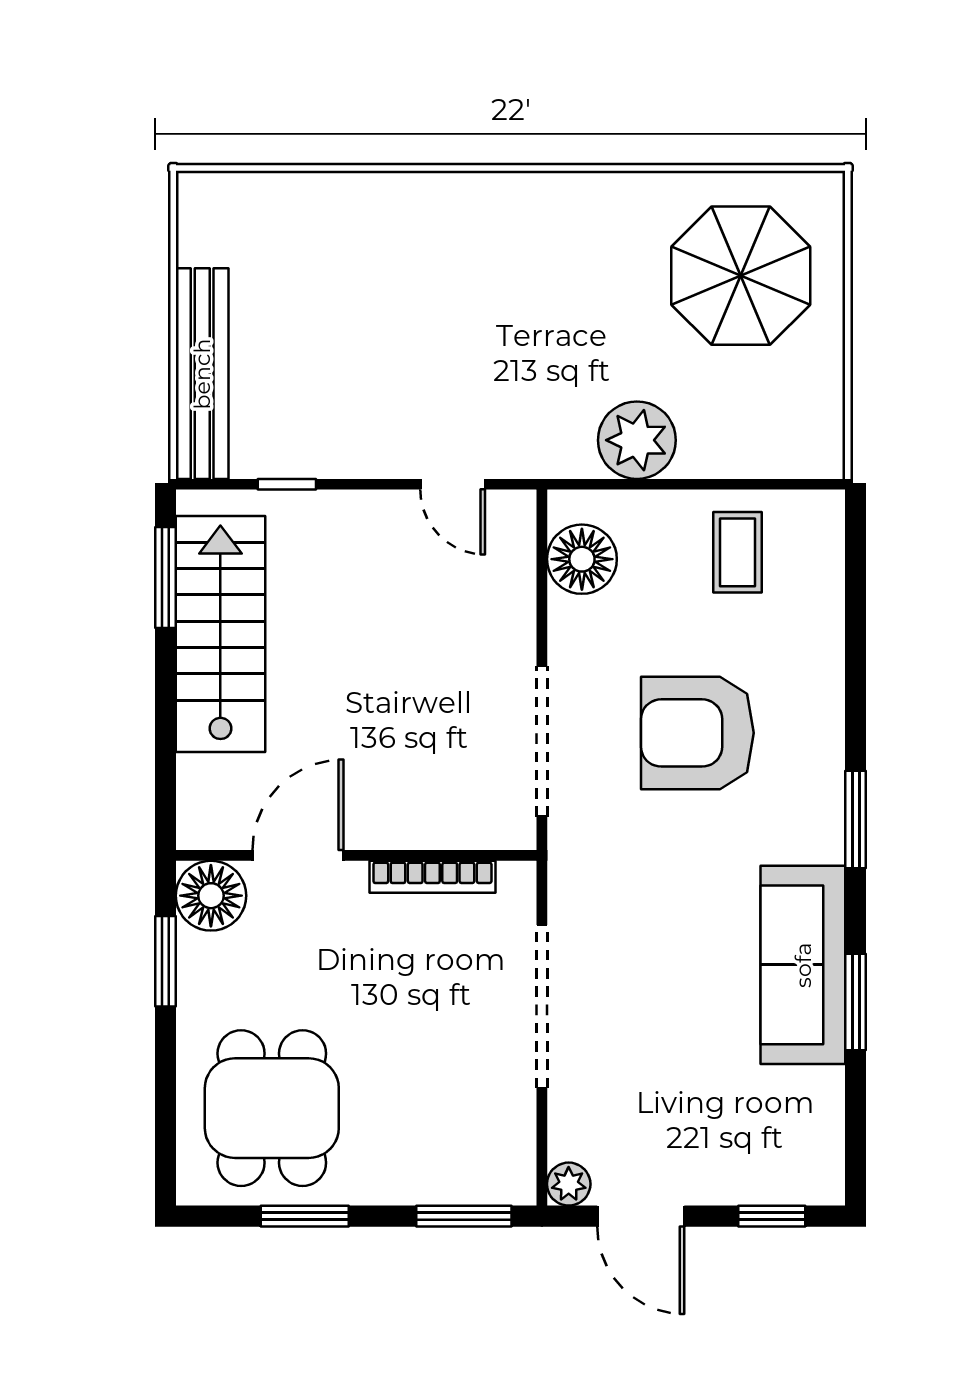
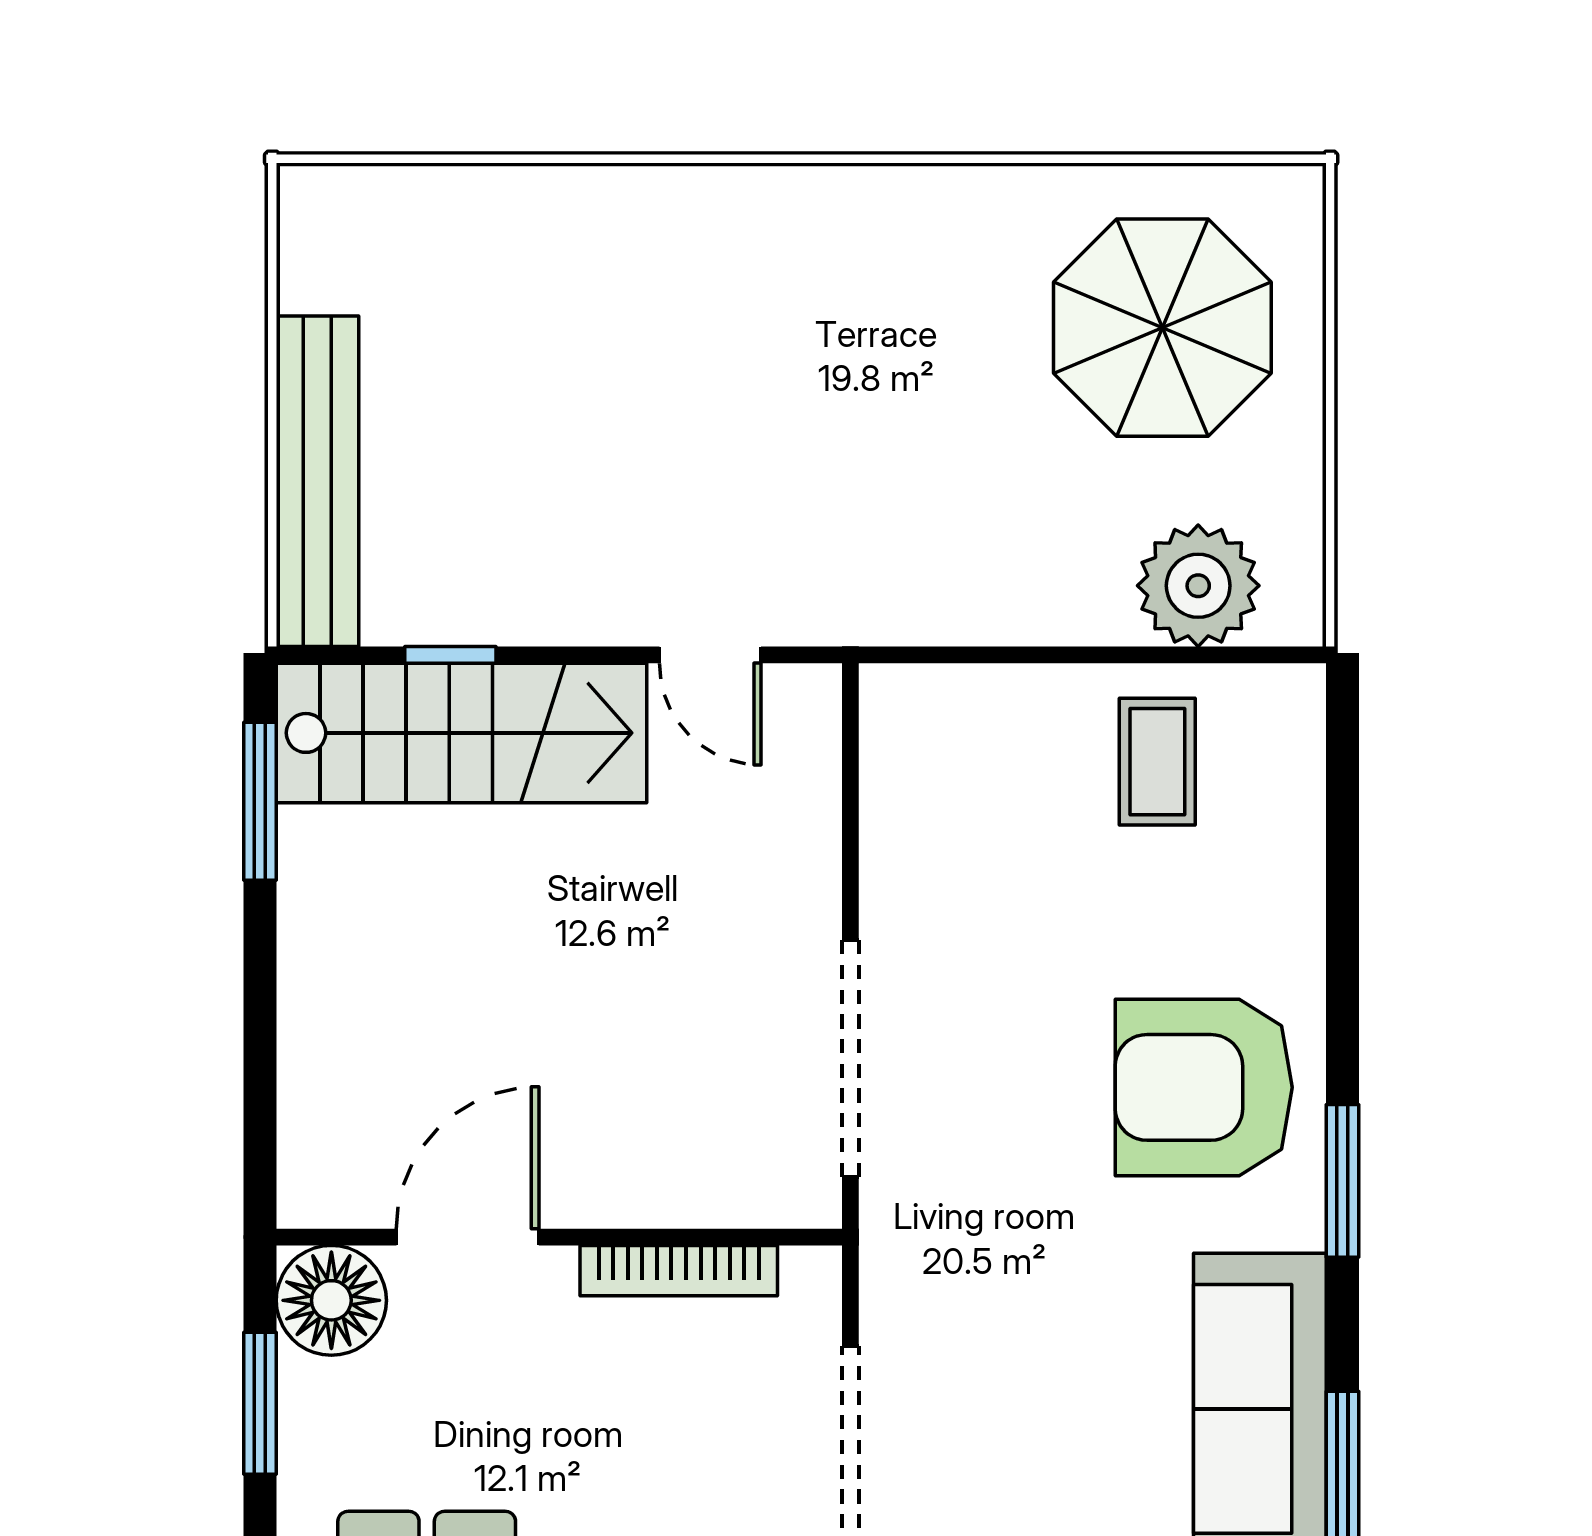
plant: (637, 440) -> (1198, 586), moved
floor lamp: (582, 559) -> (913, 772), removed
stairs: (220, 634) -> (462, 733), moved, turned 90
armchair: (697, 733) -> (1204, 1087), moved

